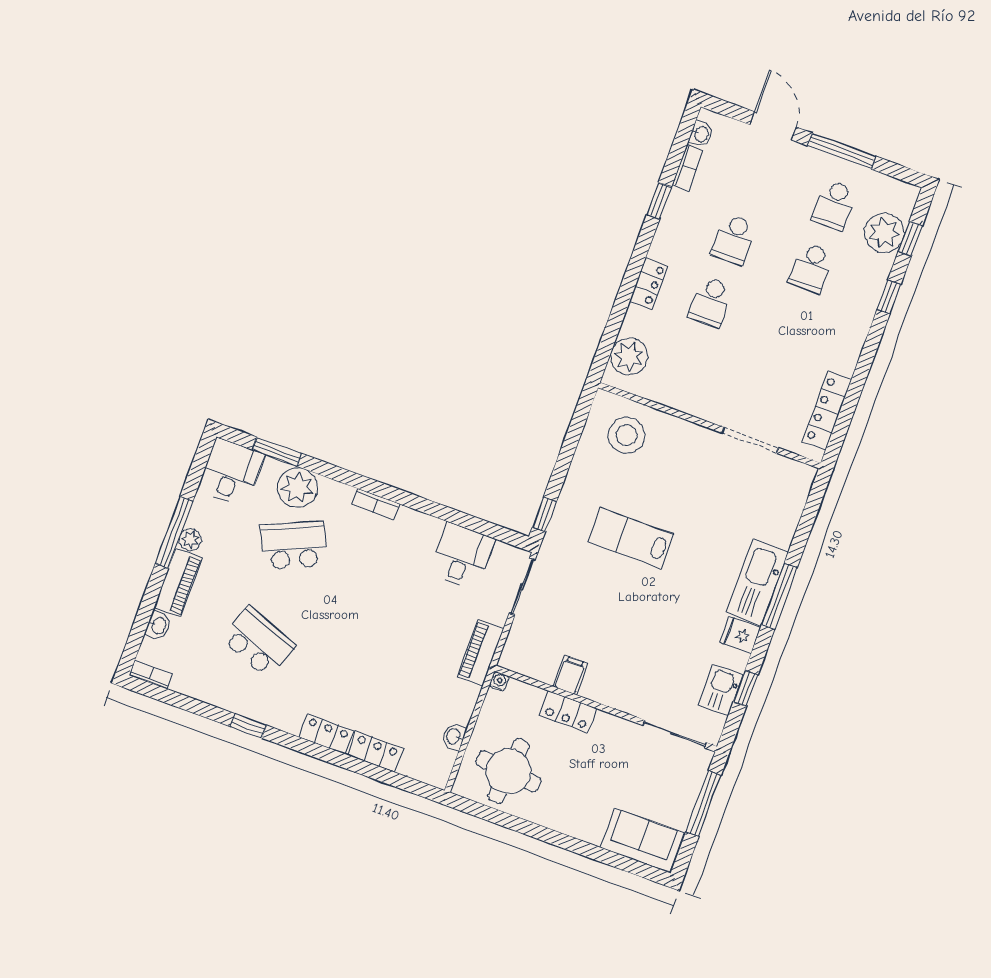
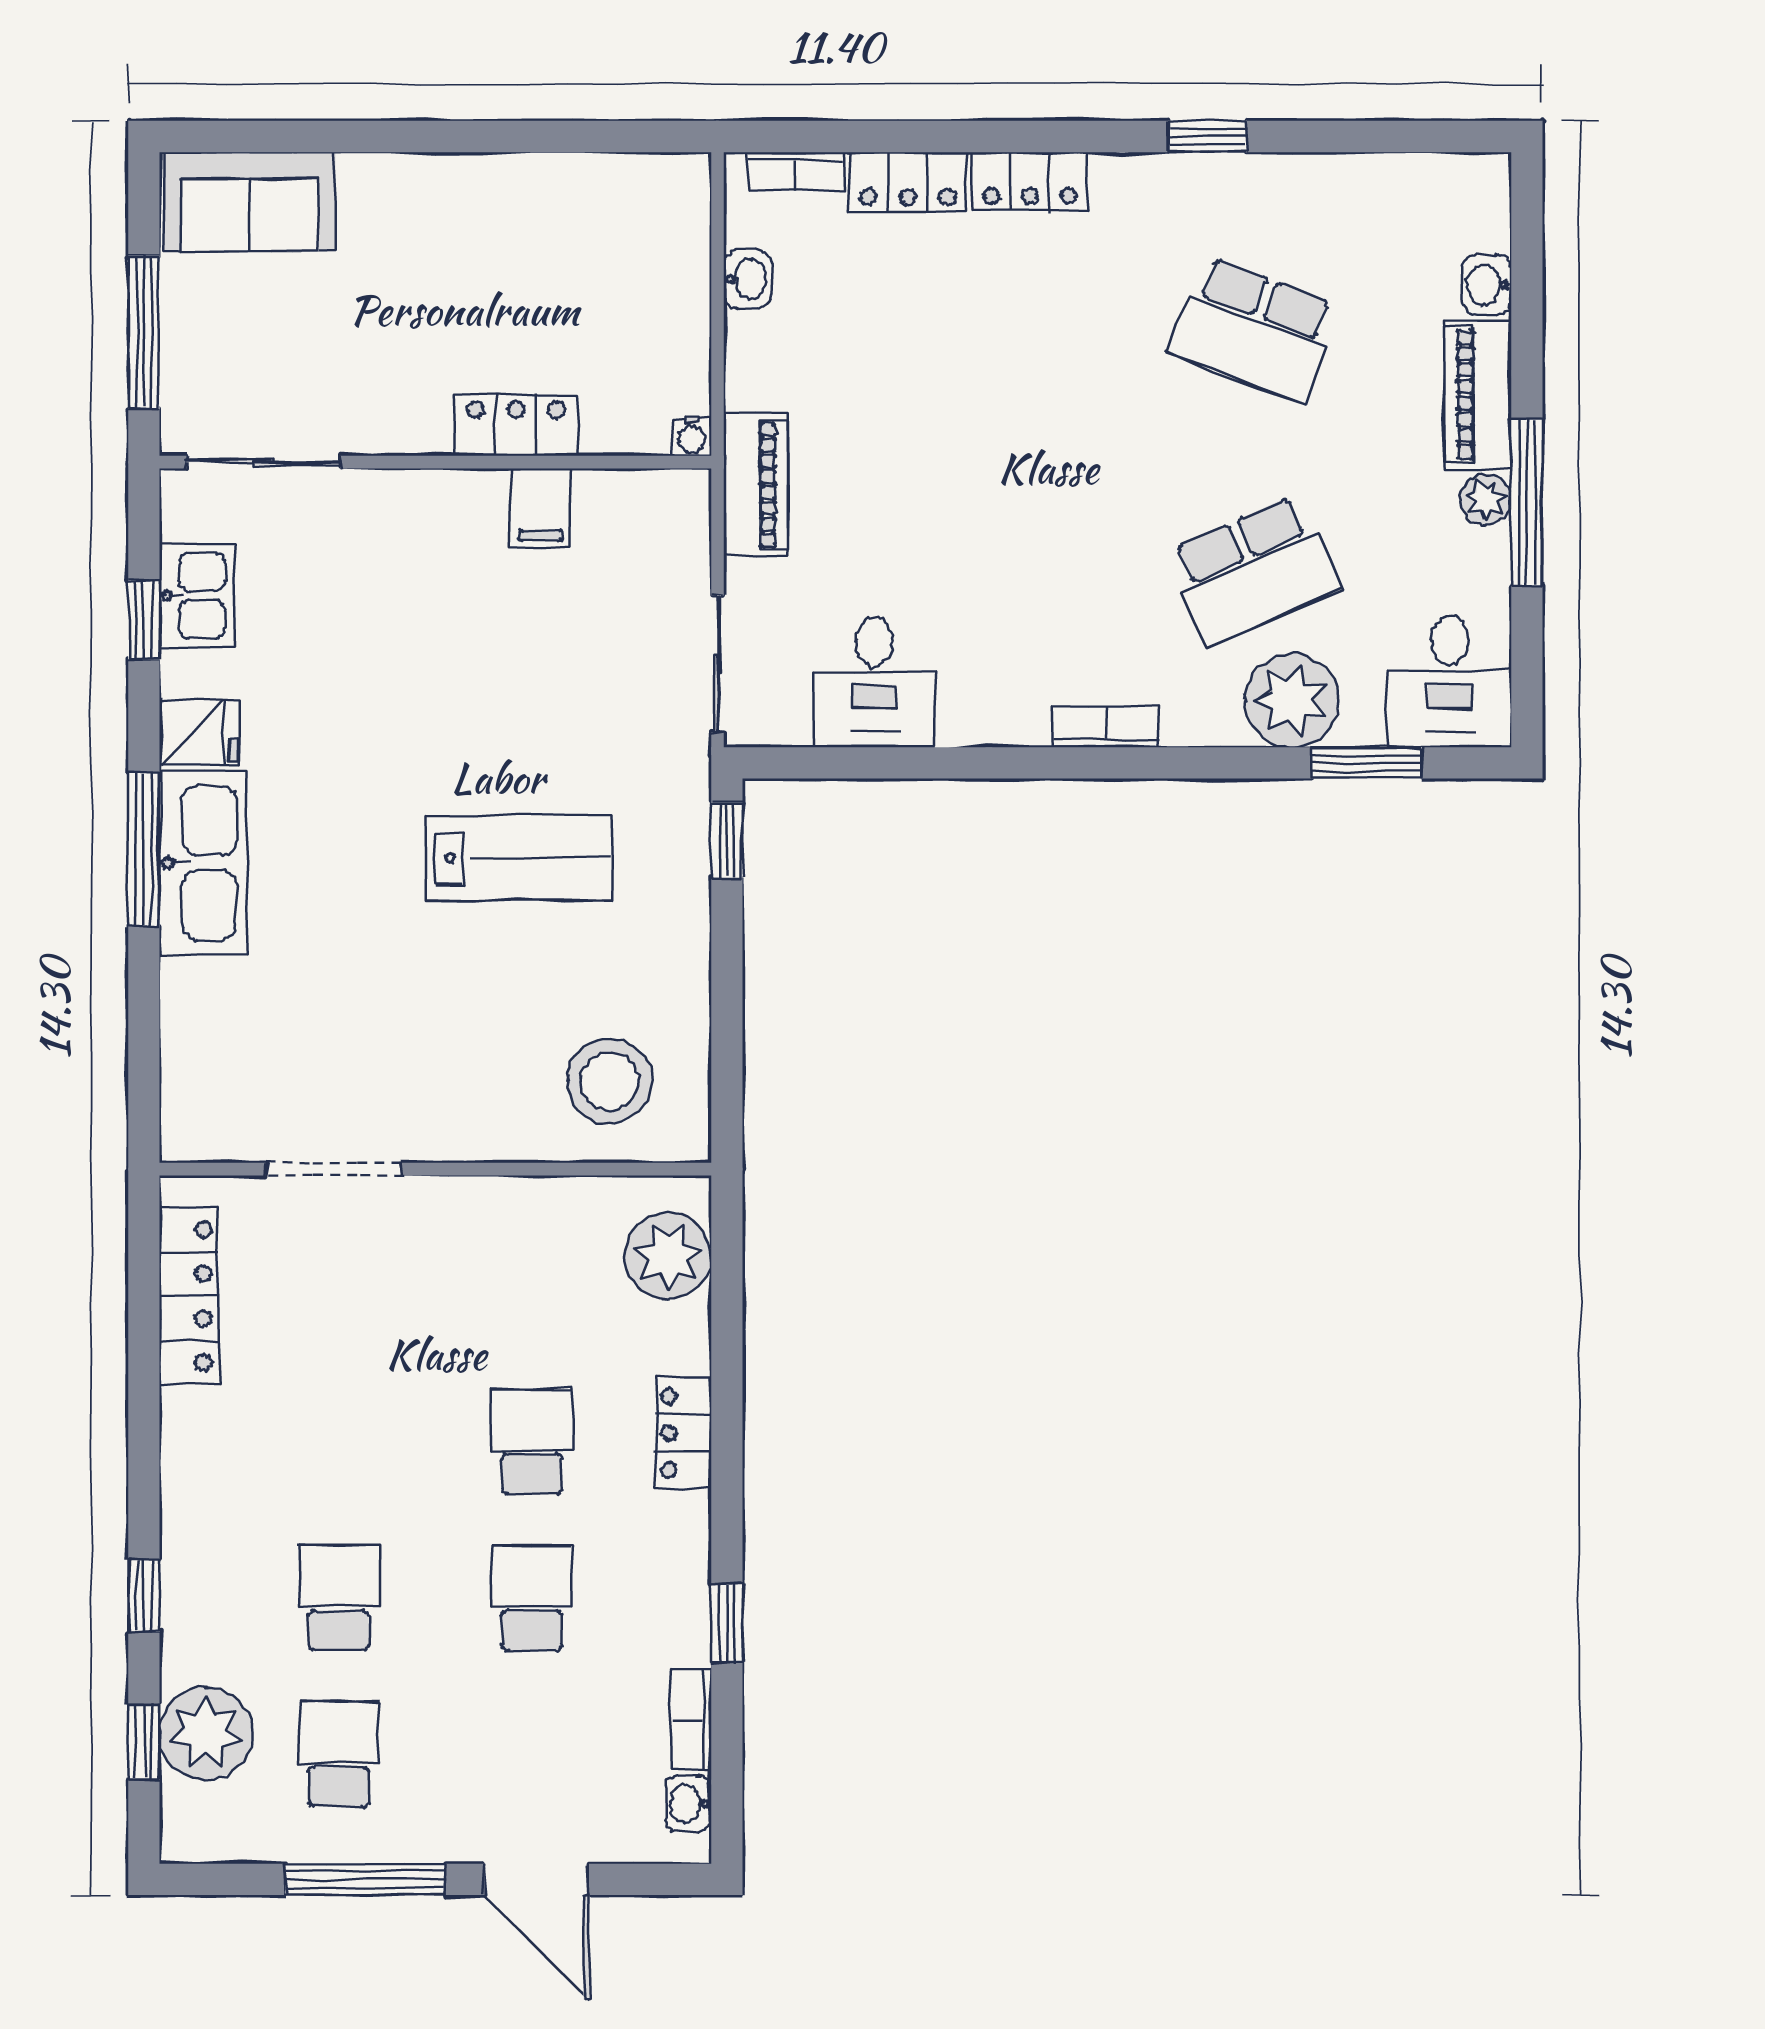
bookcase: (151, 675) -> (796, 171), moved
round table: (509, 771) -> (599, 246), removed

